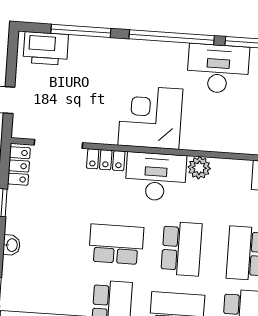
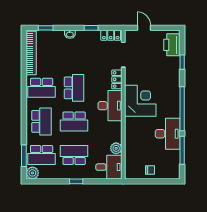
window: (81, 31) -> (182, 62), width x0.46
plant: (199, 168) -> (116, 148), moved

